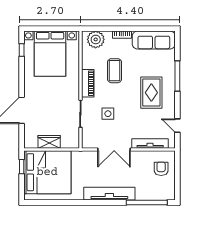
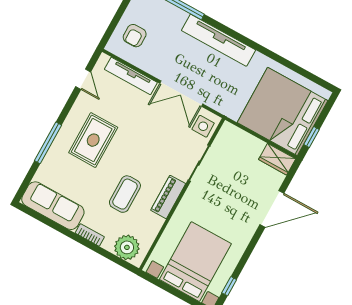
side table: (108, 114) -> (203, 126), moved
wardrobe: (49, 142) -> (277, 159), moved
double door: (114, 149) -> (181, 94), swing flipped

